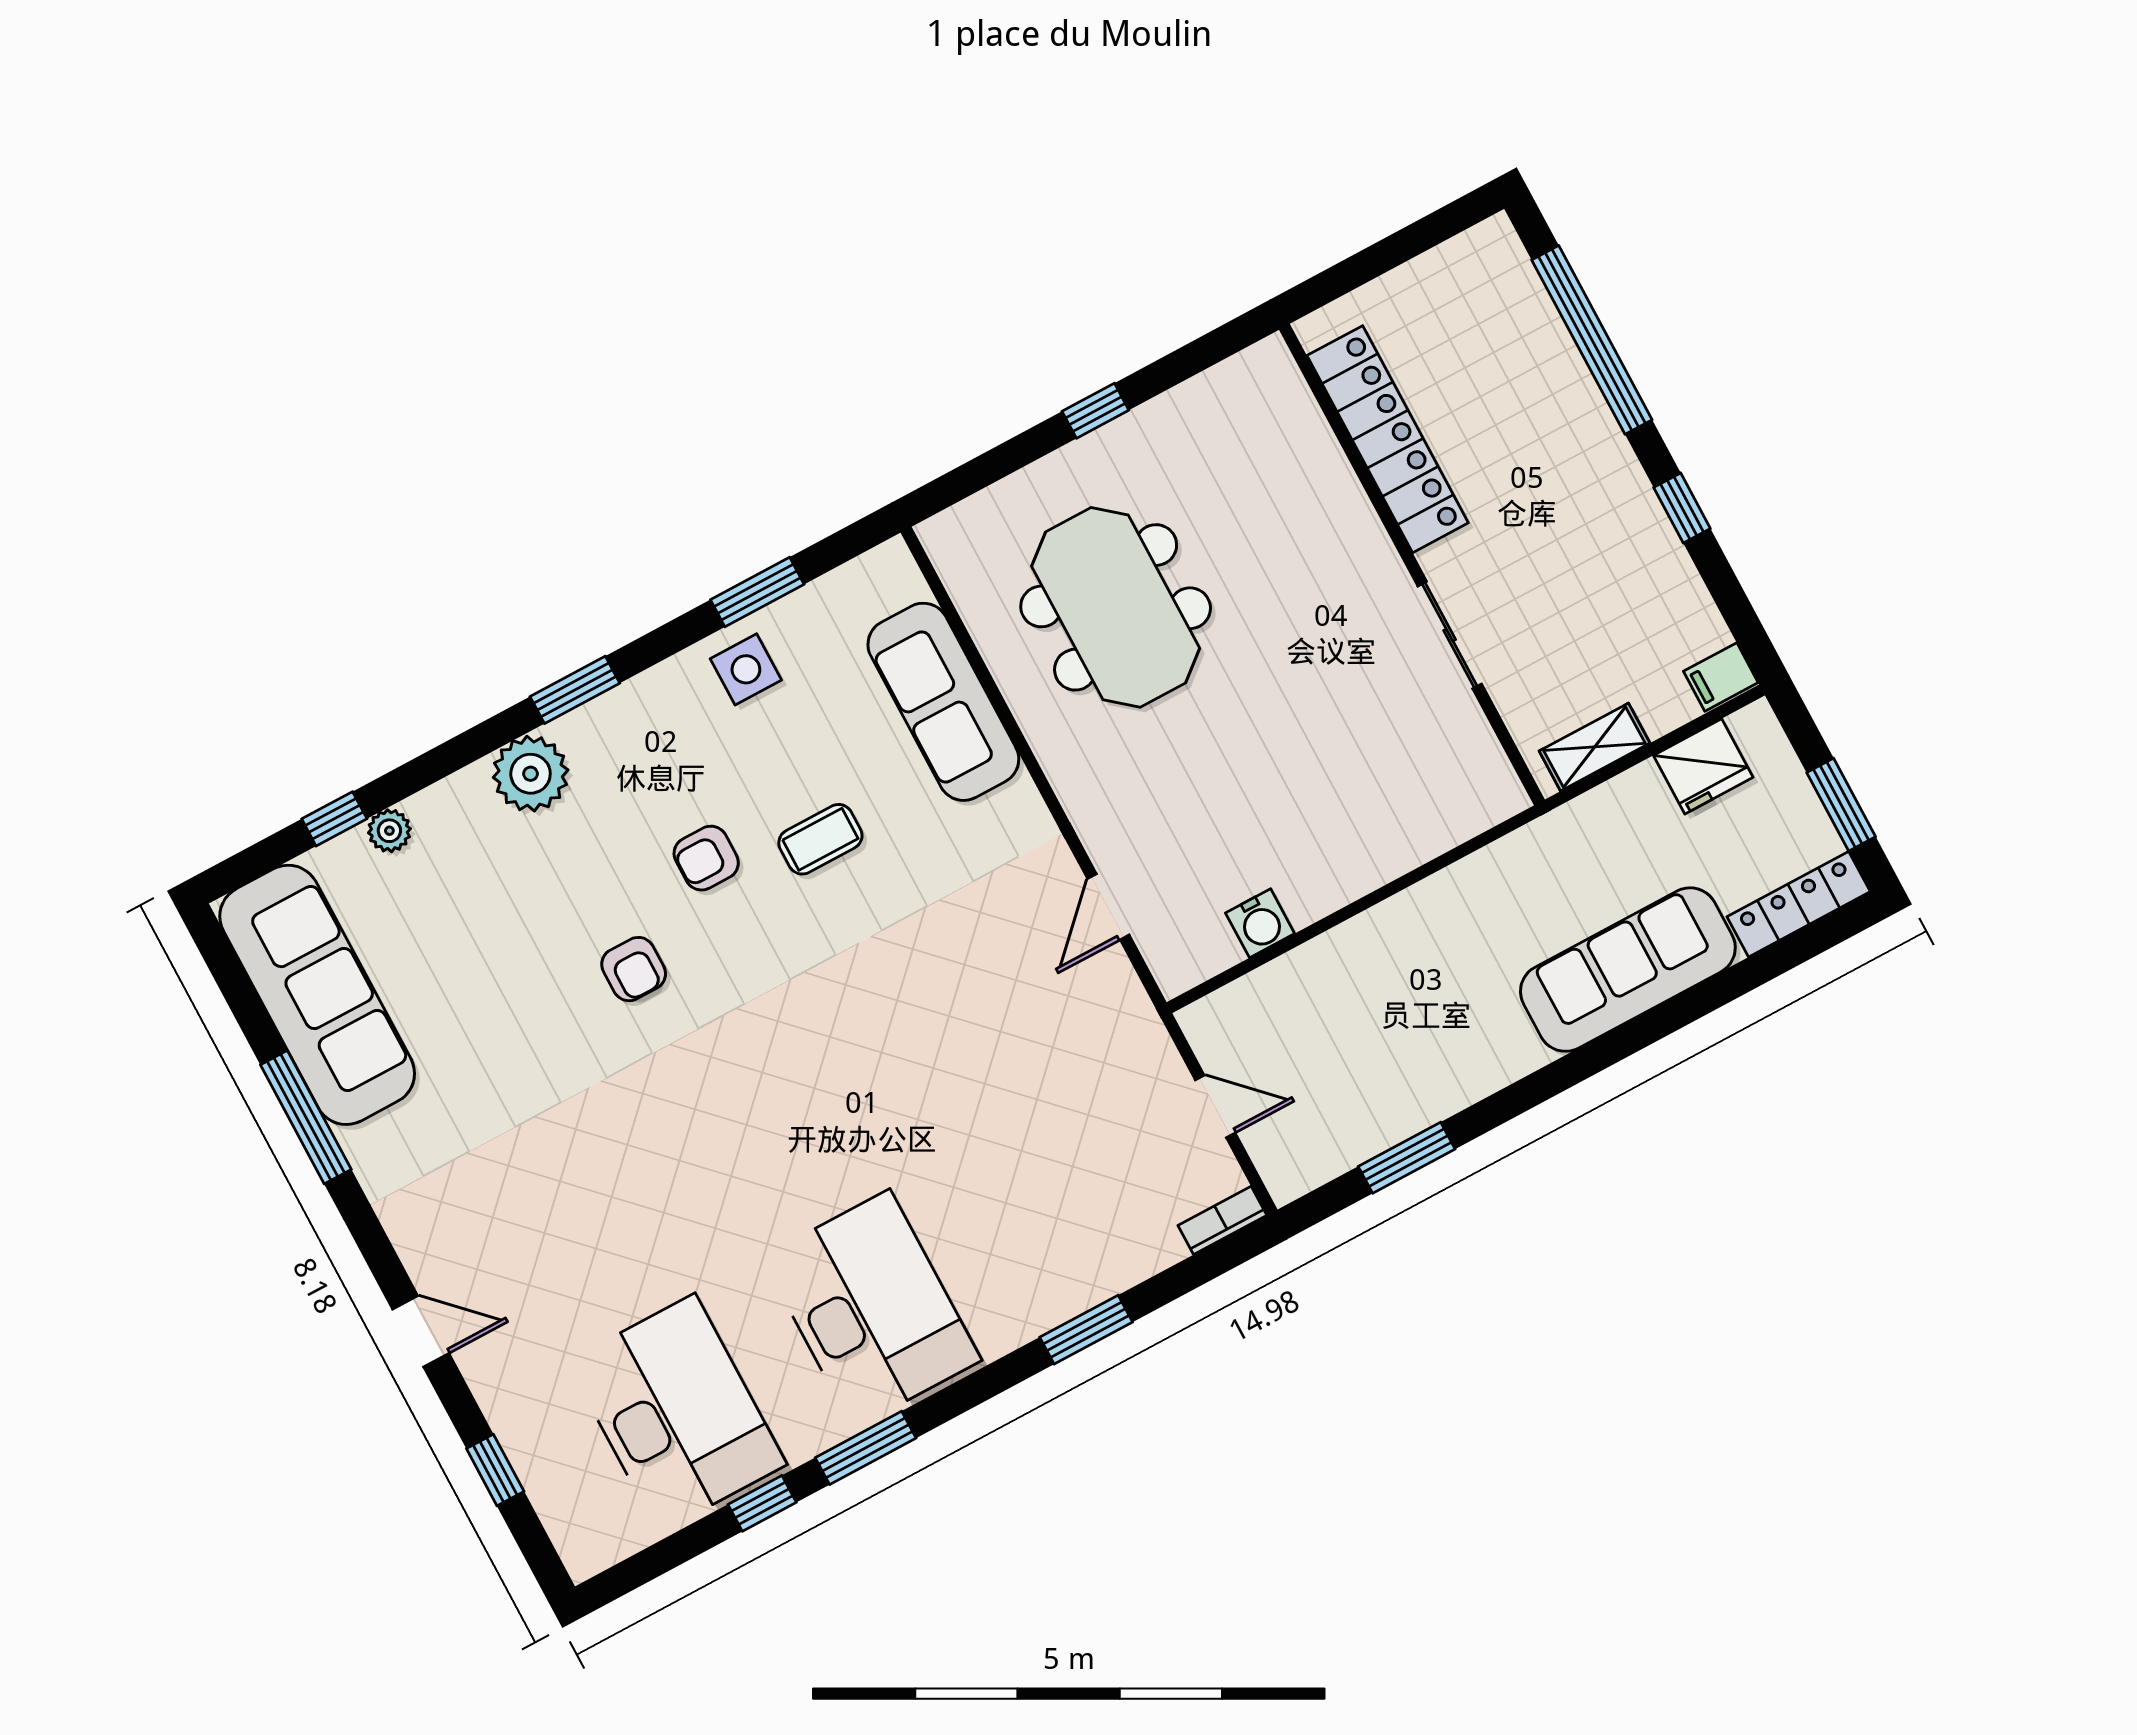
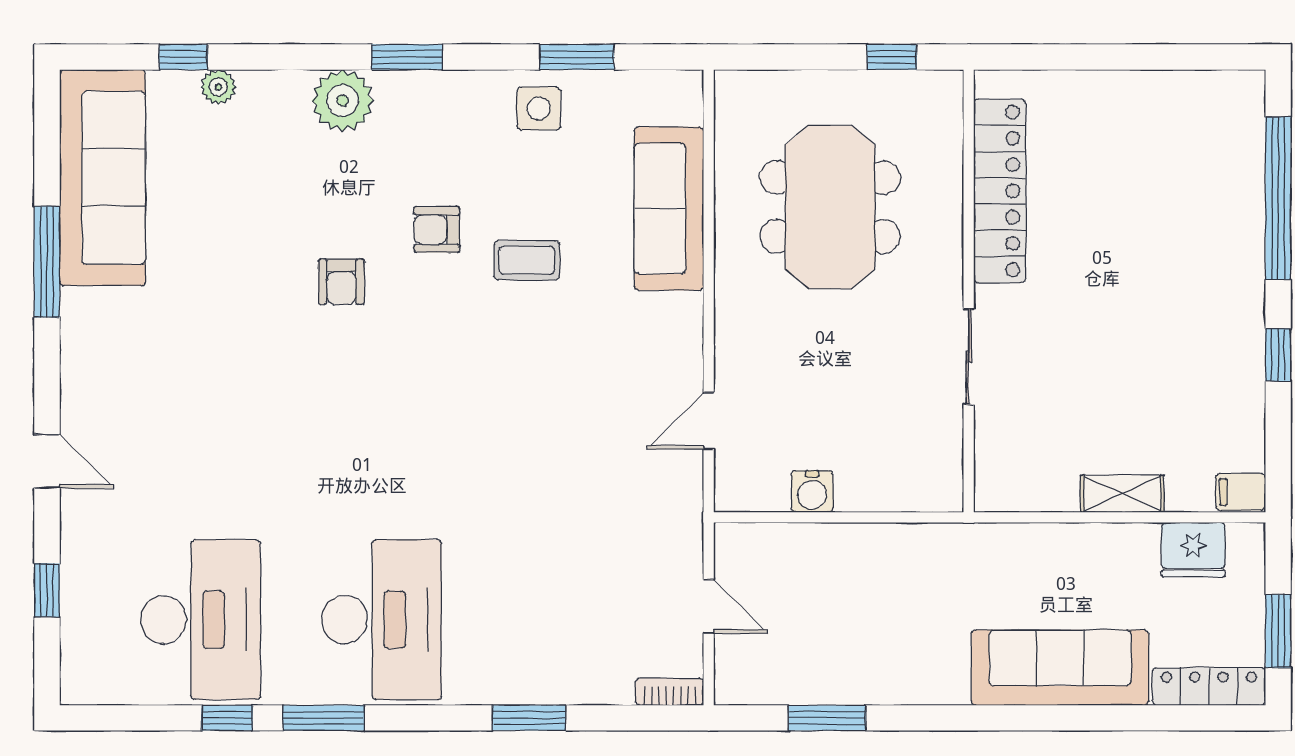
locker: (1388, 439) -> (1000, 191), moved
wall: (1412, 565) -> (969, 291), moved
sliding door: (1450, 635) -> (969, 357), moved

